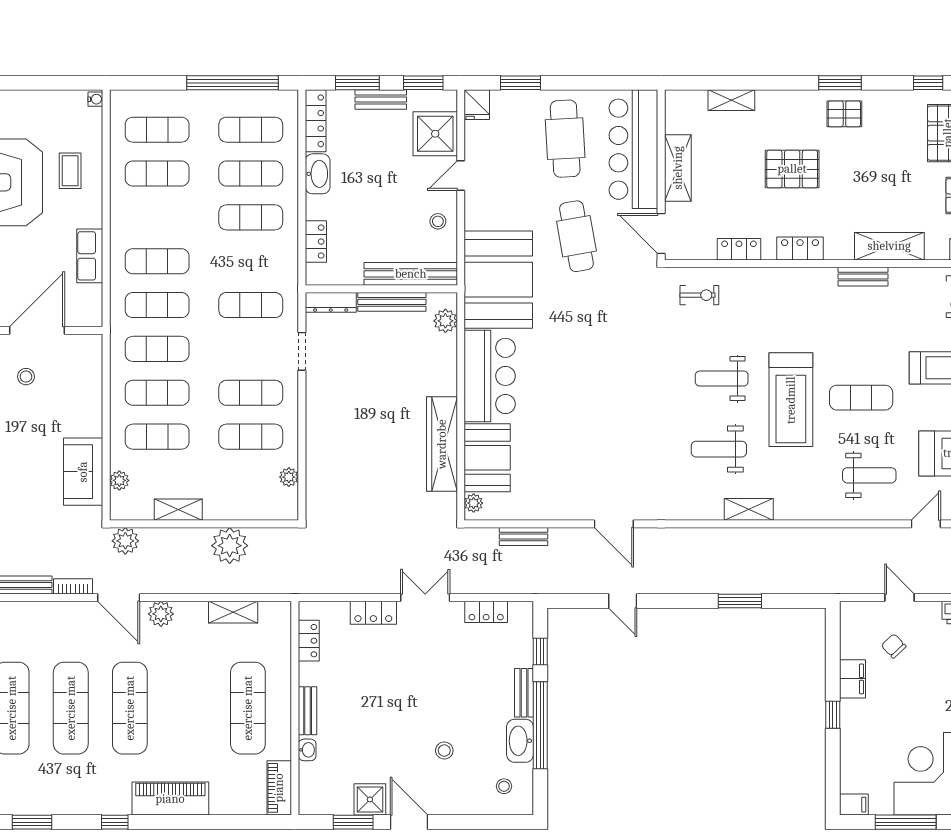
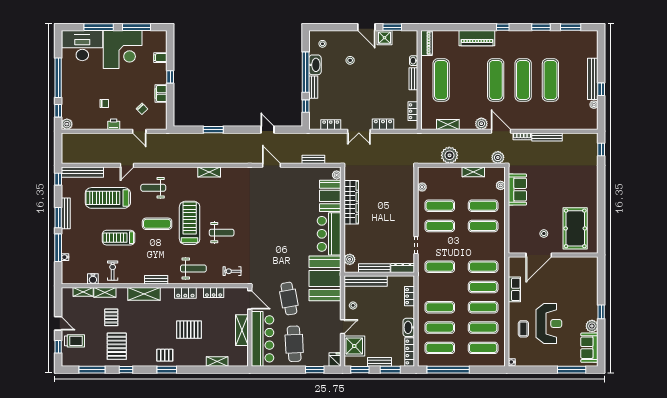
exercise mat: (157, 349) -> (483, 307), moved
weight bench: (719, 449) -> (193, 269), moved
filing cabinet: (854, 805) -> (160, 58), moved

